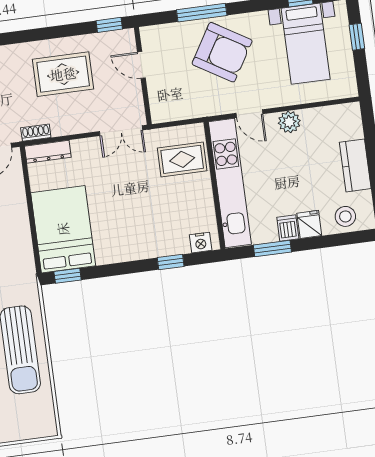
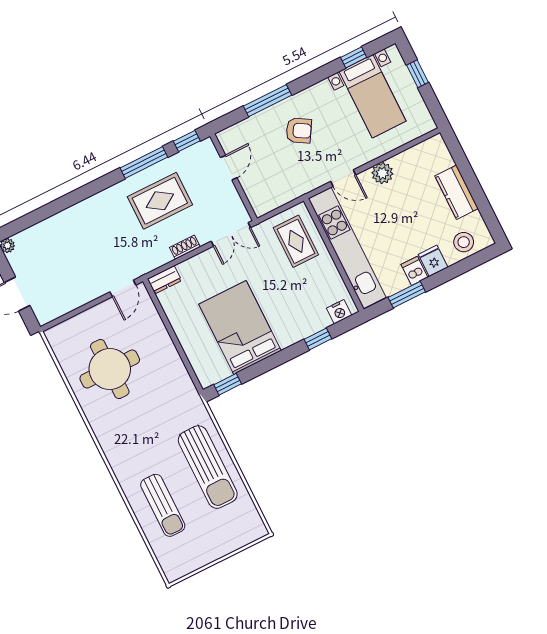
window: (60, 31) -> (144, 162), added
armchair: (222, 52) -> (299, 130), width x0.53, depth x0.53
door: (141, 65) -> (229, 168), swing flipped
shoe rack: (36, 133) -> (185, 247), moved
dresser: (48, 152) -> (164, 280), width x0.70
rug: (182, 159) -> (296, 241), turned 90
bed: (63, 229) -> (240, 328), moved

